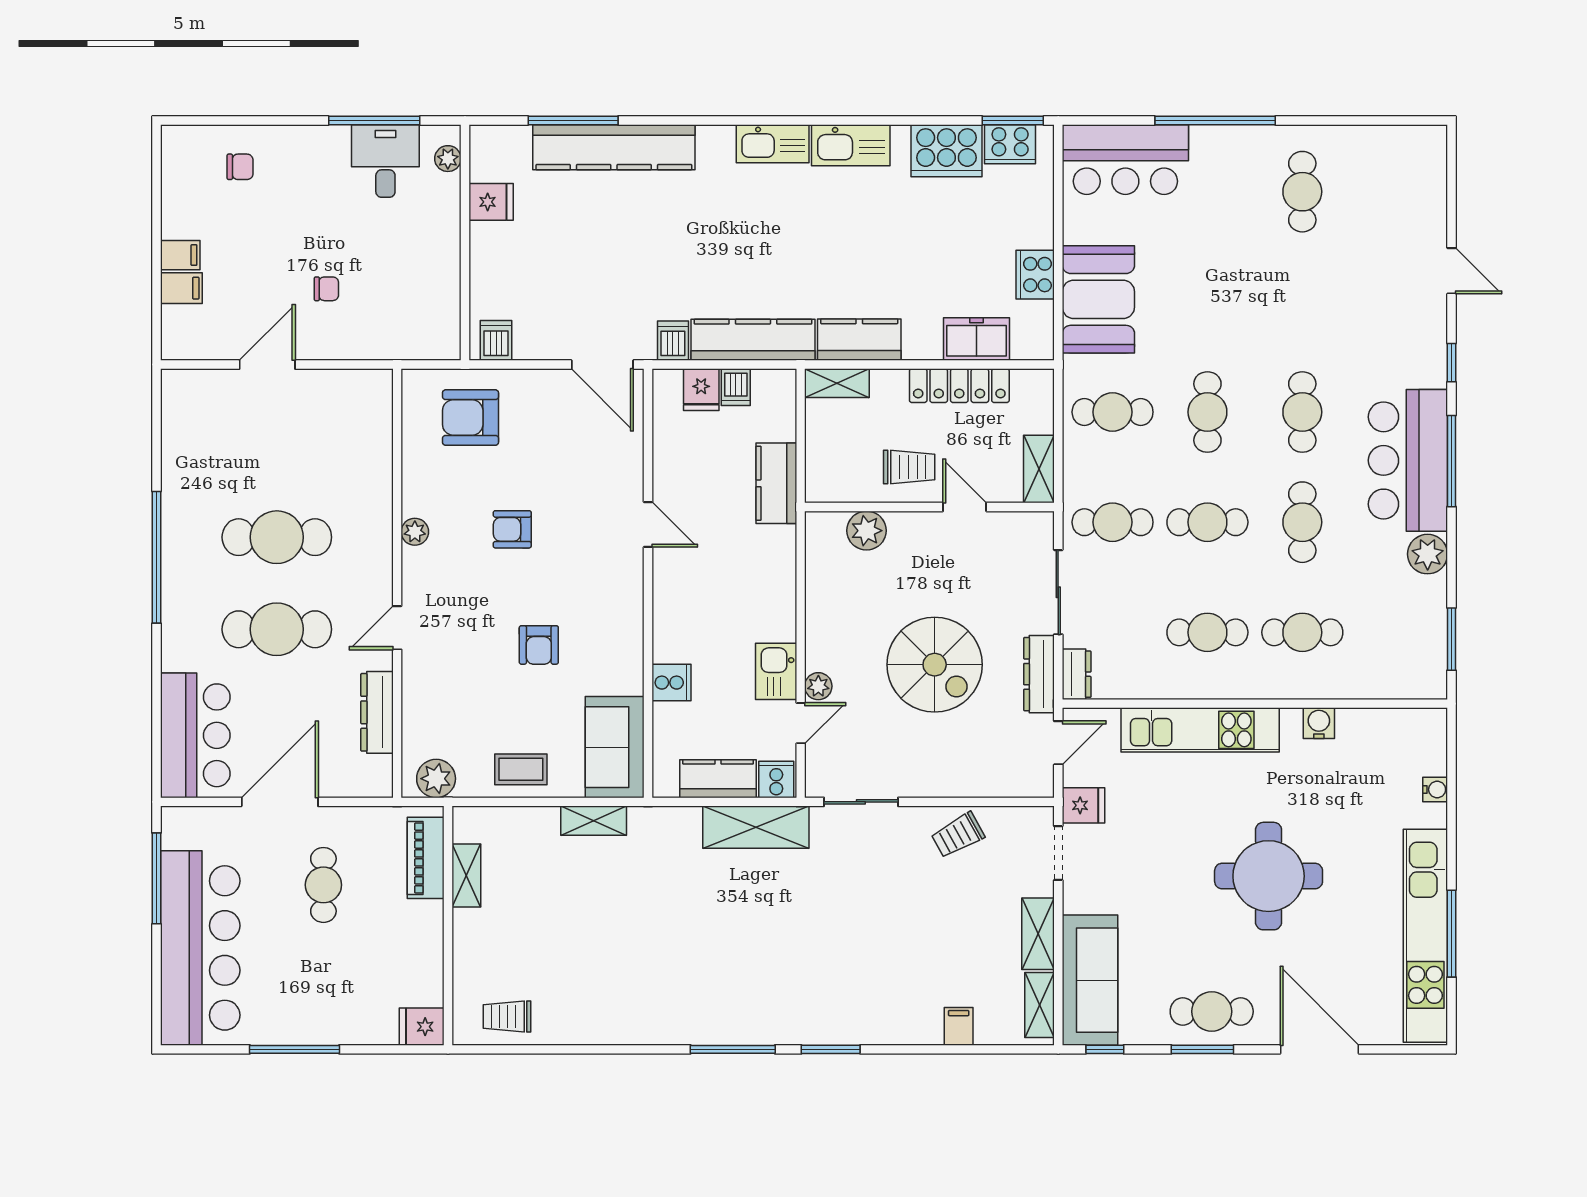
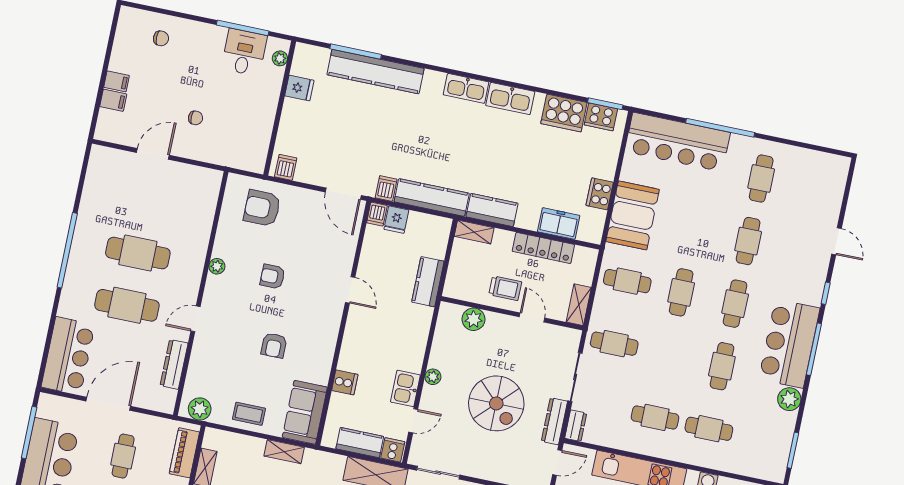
bar counter: (1125, 160) -> (678, 142), width x1.36
dishwasher: (736, 387) -> (377, 214), moved
cafe table: (1207, 522) -> (748, 241), moved, turned 90
plant: (818, 686) -> (433, 377), moved

